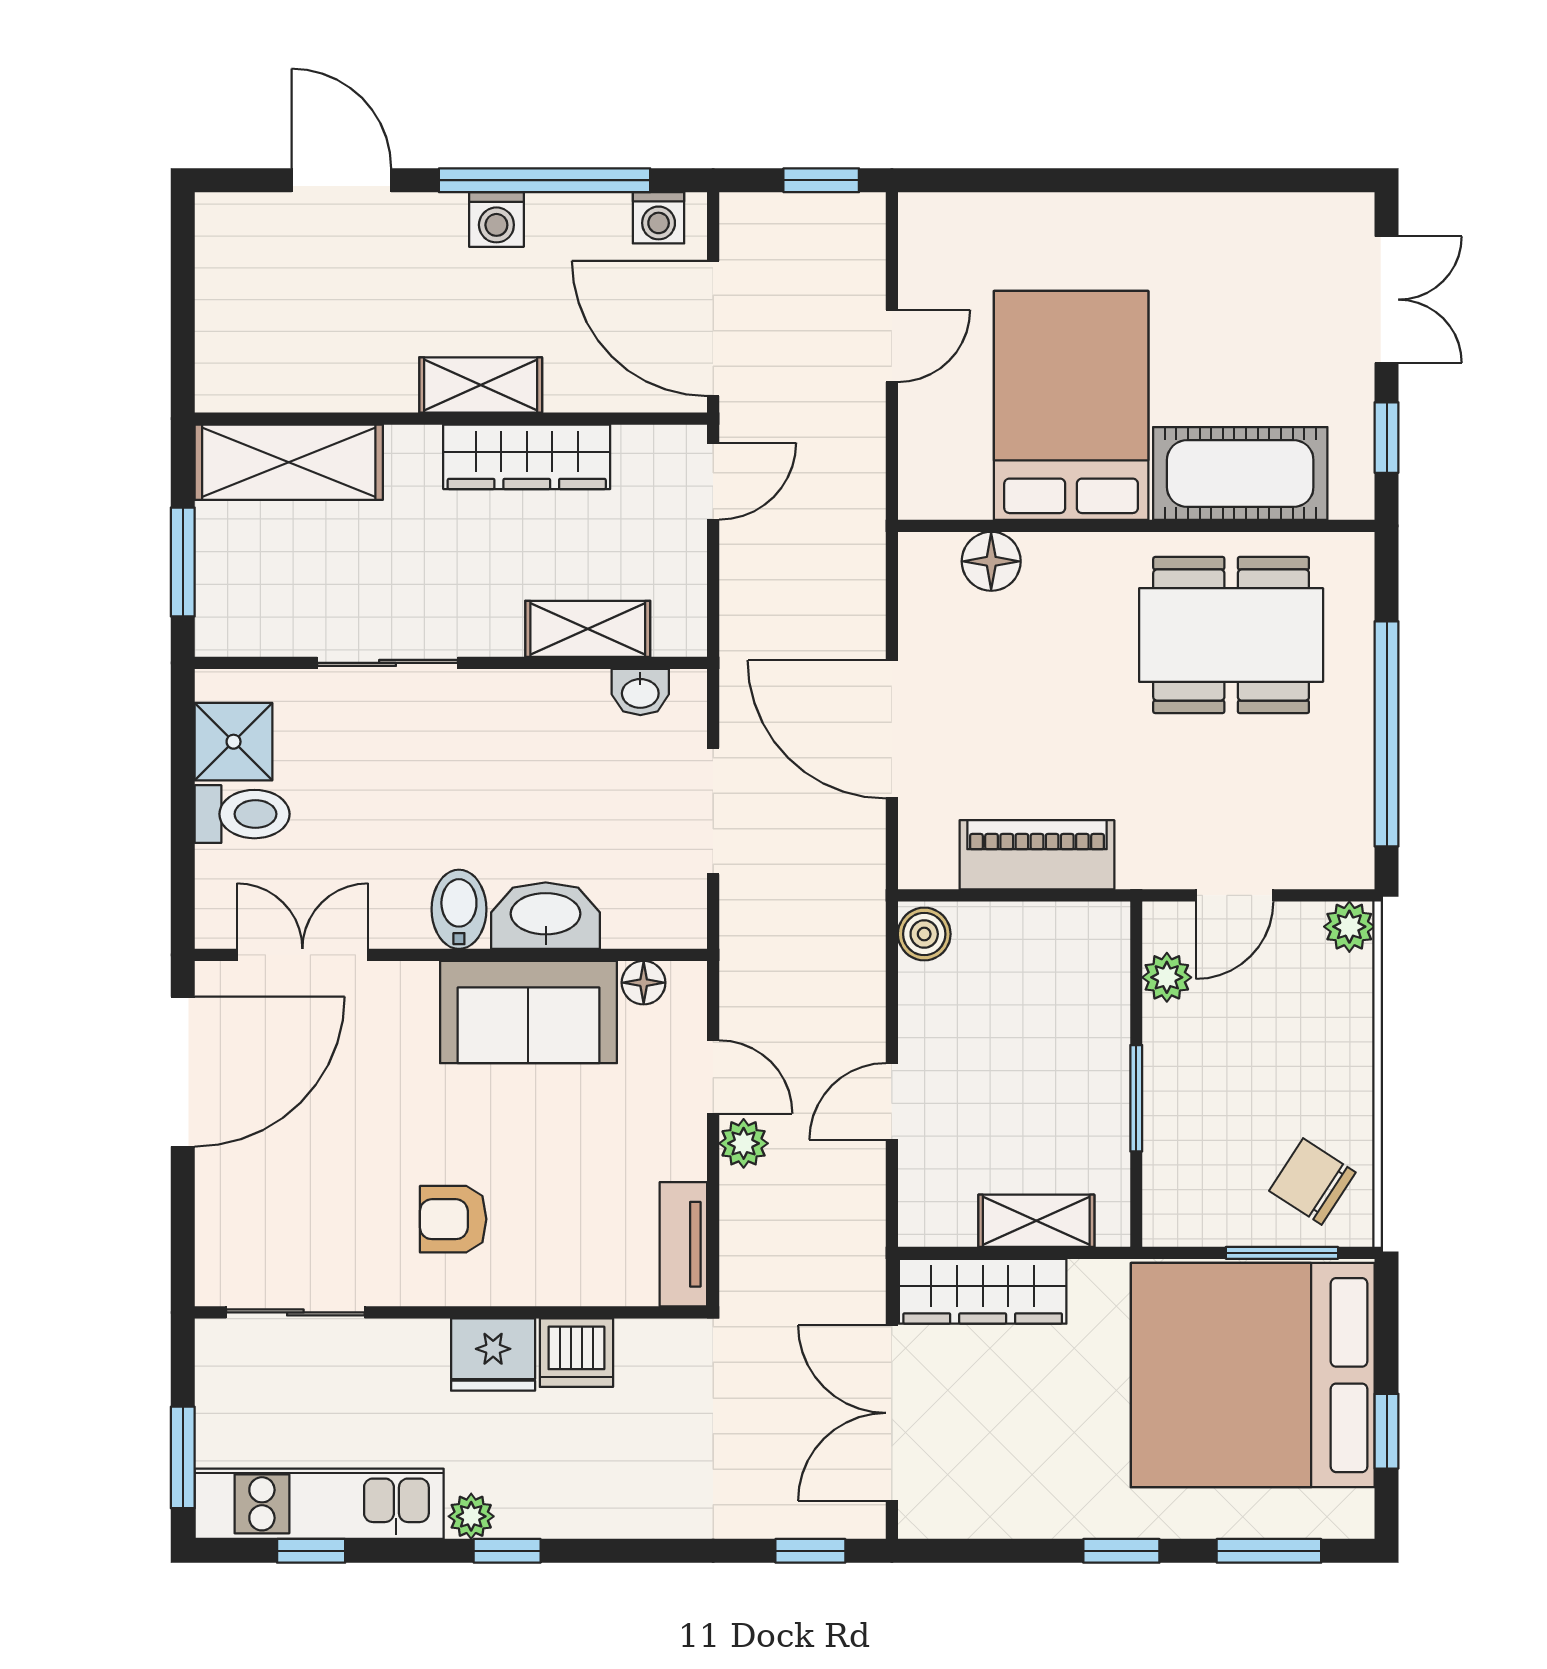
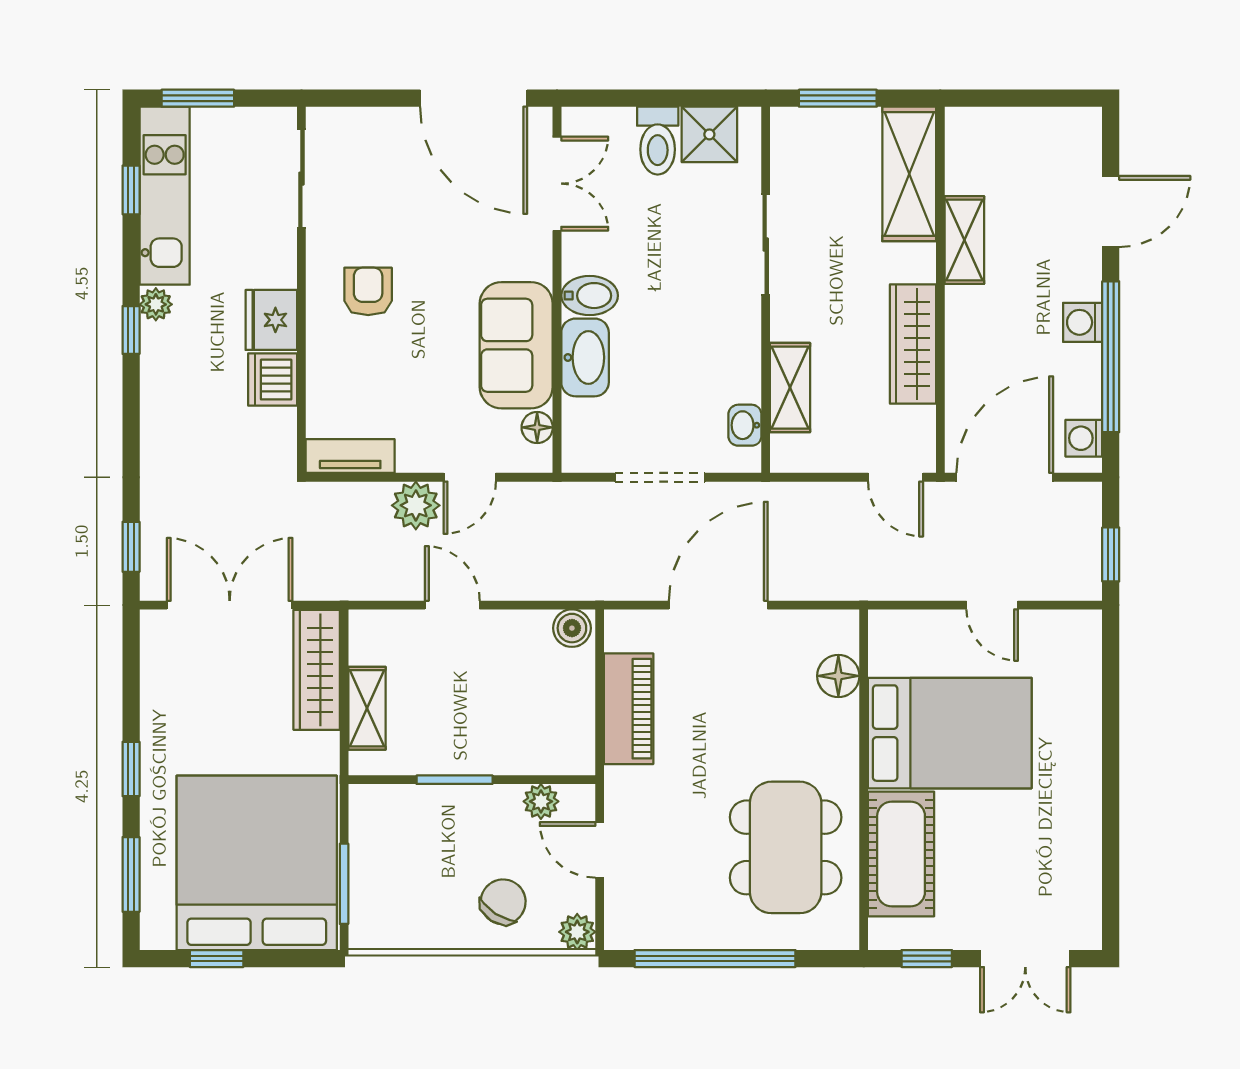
shelving: (481, 385) -> (964, 240), moved
plant: (744, 1143) -> (416, 505), width x1.38, depth x1.38
chair: (1312, 1182) -> (503, 902), moved

